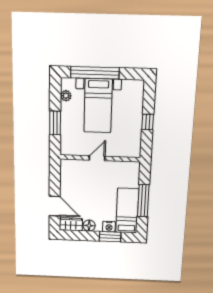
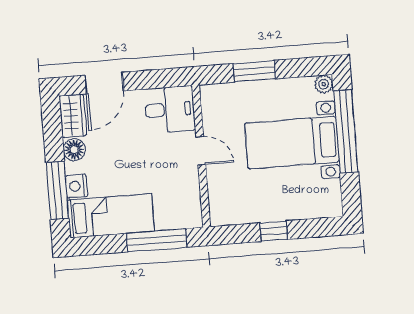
plant: (66, 96) -> (324, 84), moved
desk: (72, 173) -> (170, 110), added
window: (143, 201) -> (157, 240), moved
window: (110, 237) -> (57, 190), width x1.44

